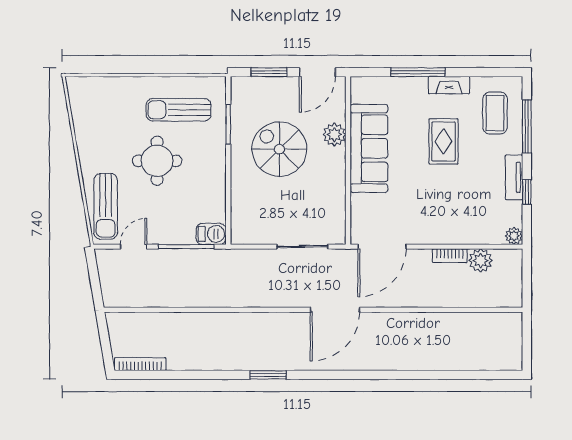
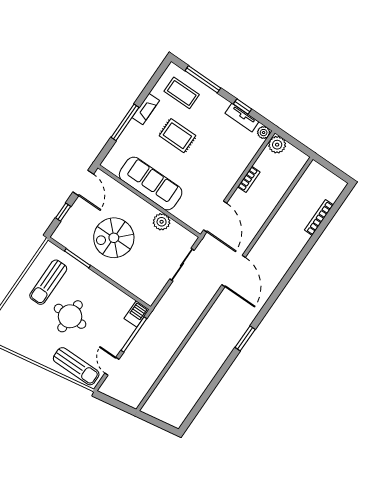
window: (269, 72) -> (63, 212), width x0.67
plant: (334, 135) -> (162, 222), moved
tv unit: (514, 177) -> (242, 118), moved
plant: (481, 261) -> (277, 145), moved
bookcase: (140, 364) -> (319, 218), moved

